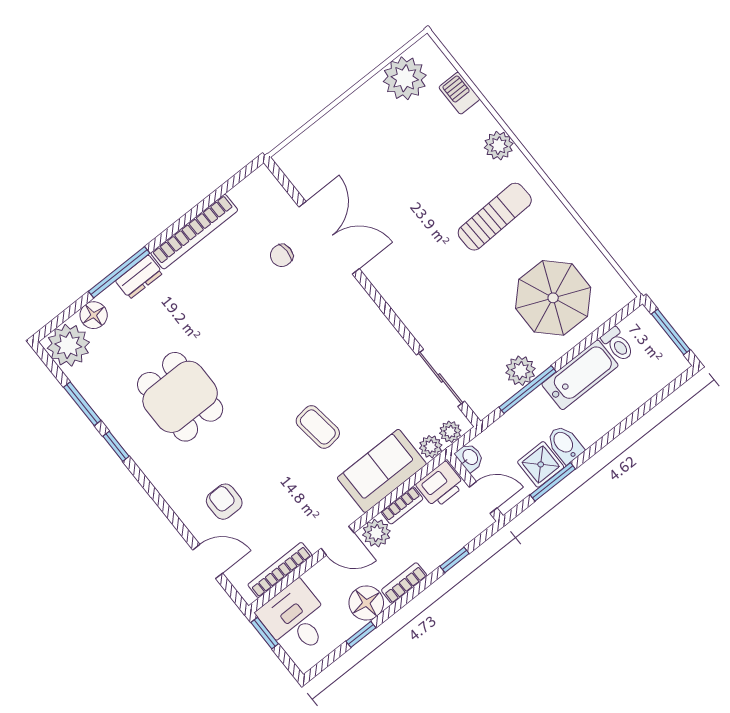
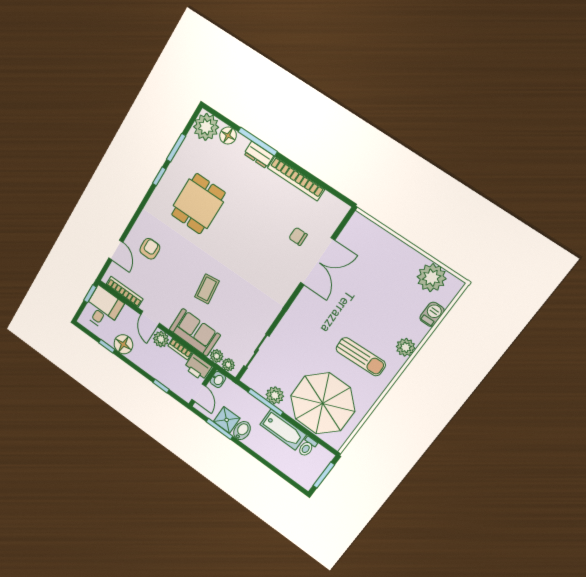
parasol: (553, 298) -> (323, 403), width x1.36, depth x1.36
bookcase: (404, 583) -> (140, 362), removed

